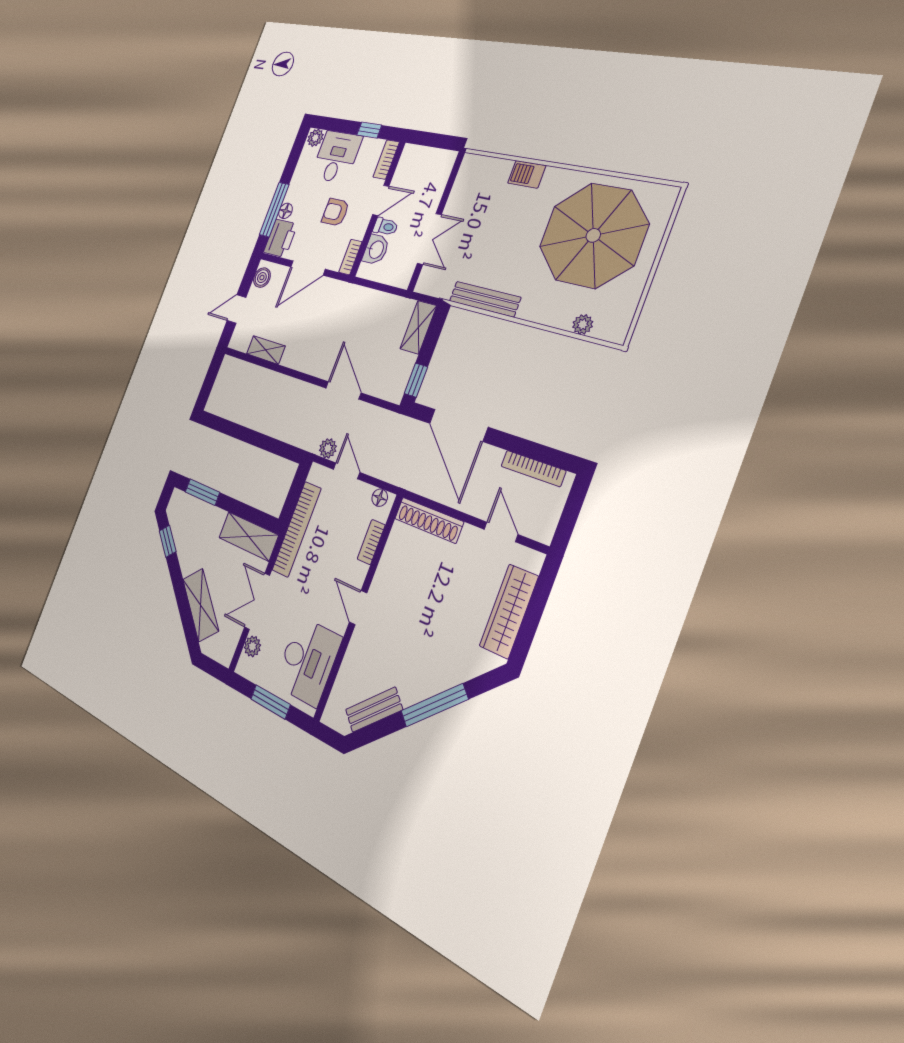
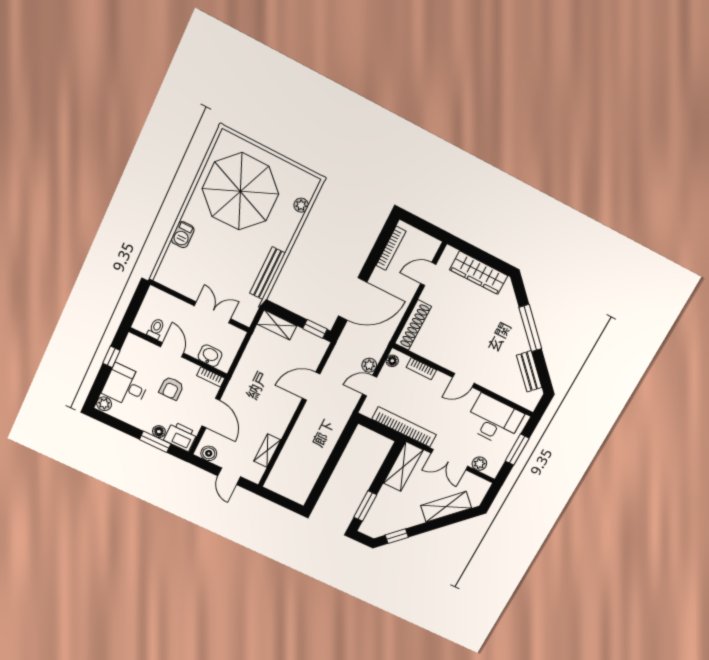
bookcase: (386, 160) -> (140, 344), removed
window: (274, 210) -> (155, 442), width x0.69
toilet: (385, 227) -> (156, 329), moved
plant: (328, 448) -> (369, 365), moved

